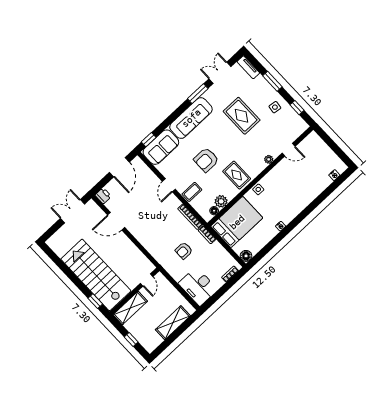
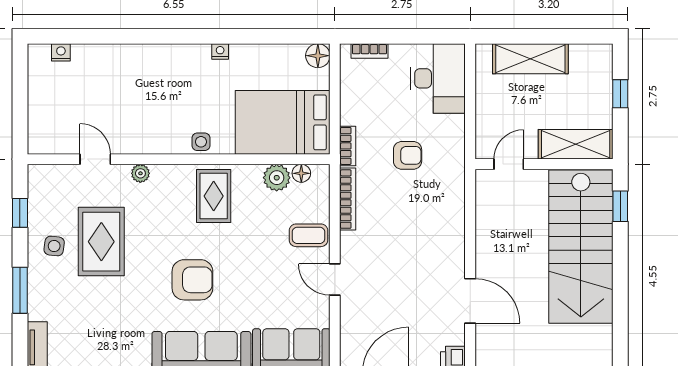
rug: (242, 116) -> (101, 242), moved
armchair: (206, 160) -> (192, 280), moved
door: (169, 185) -> (335, 280), swing flipped

